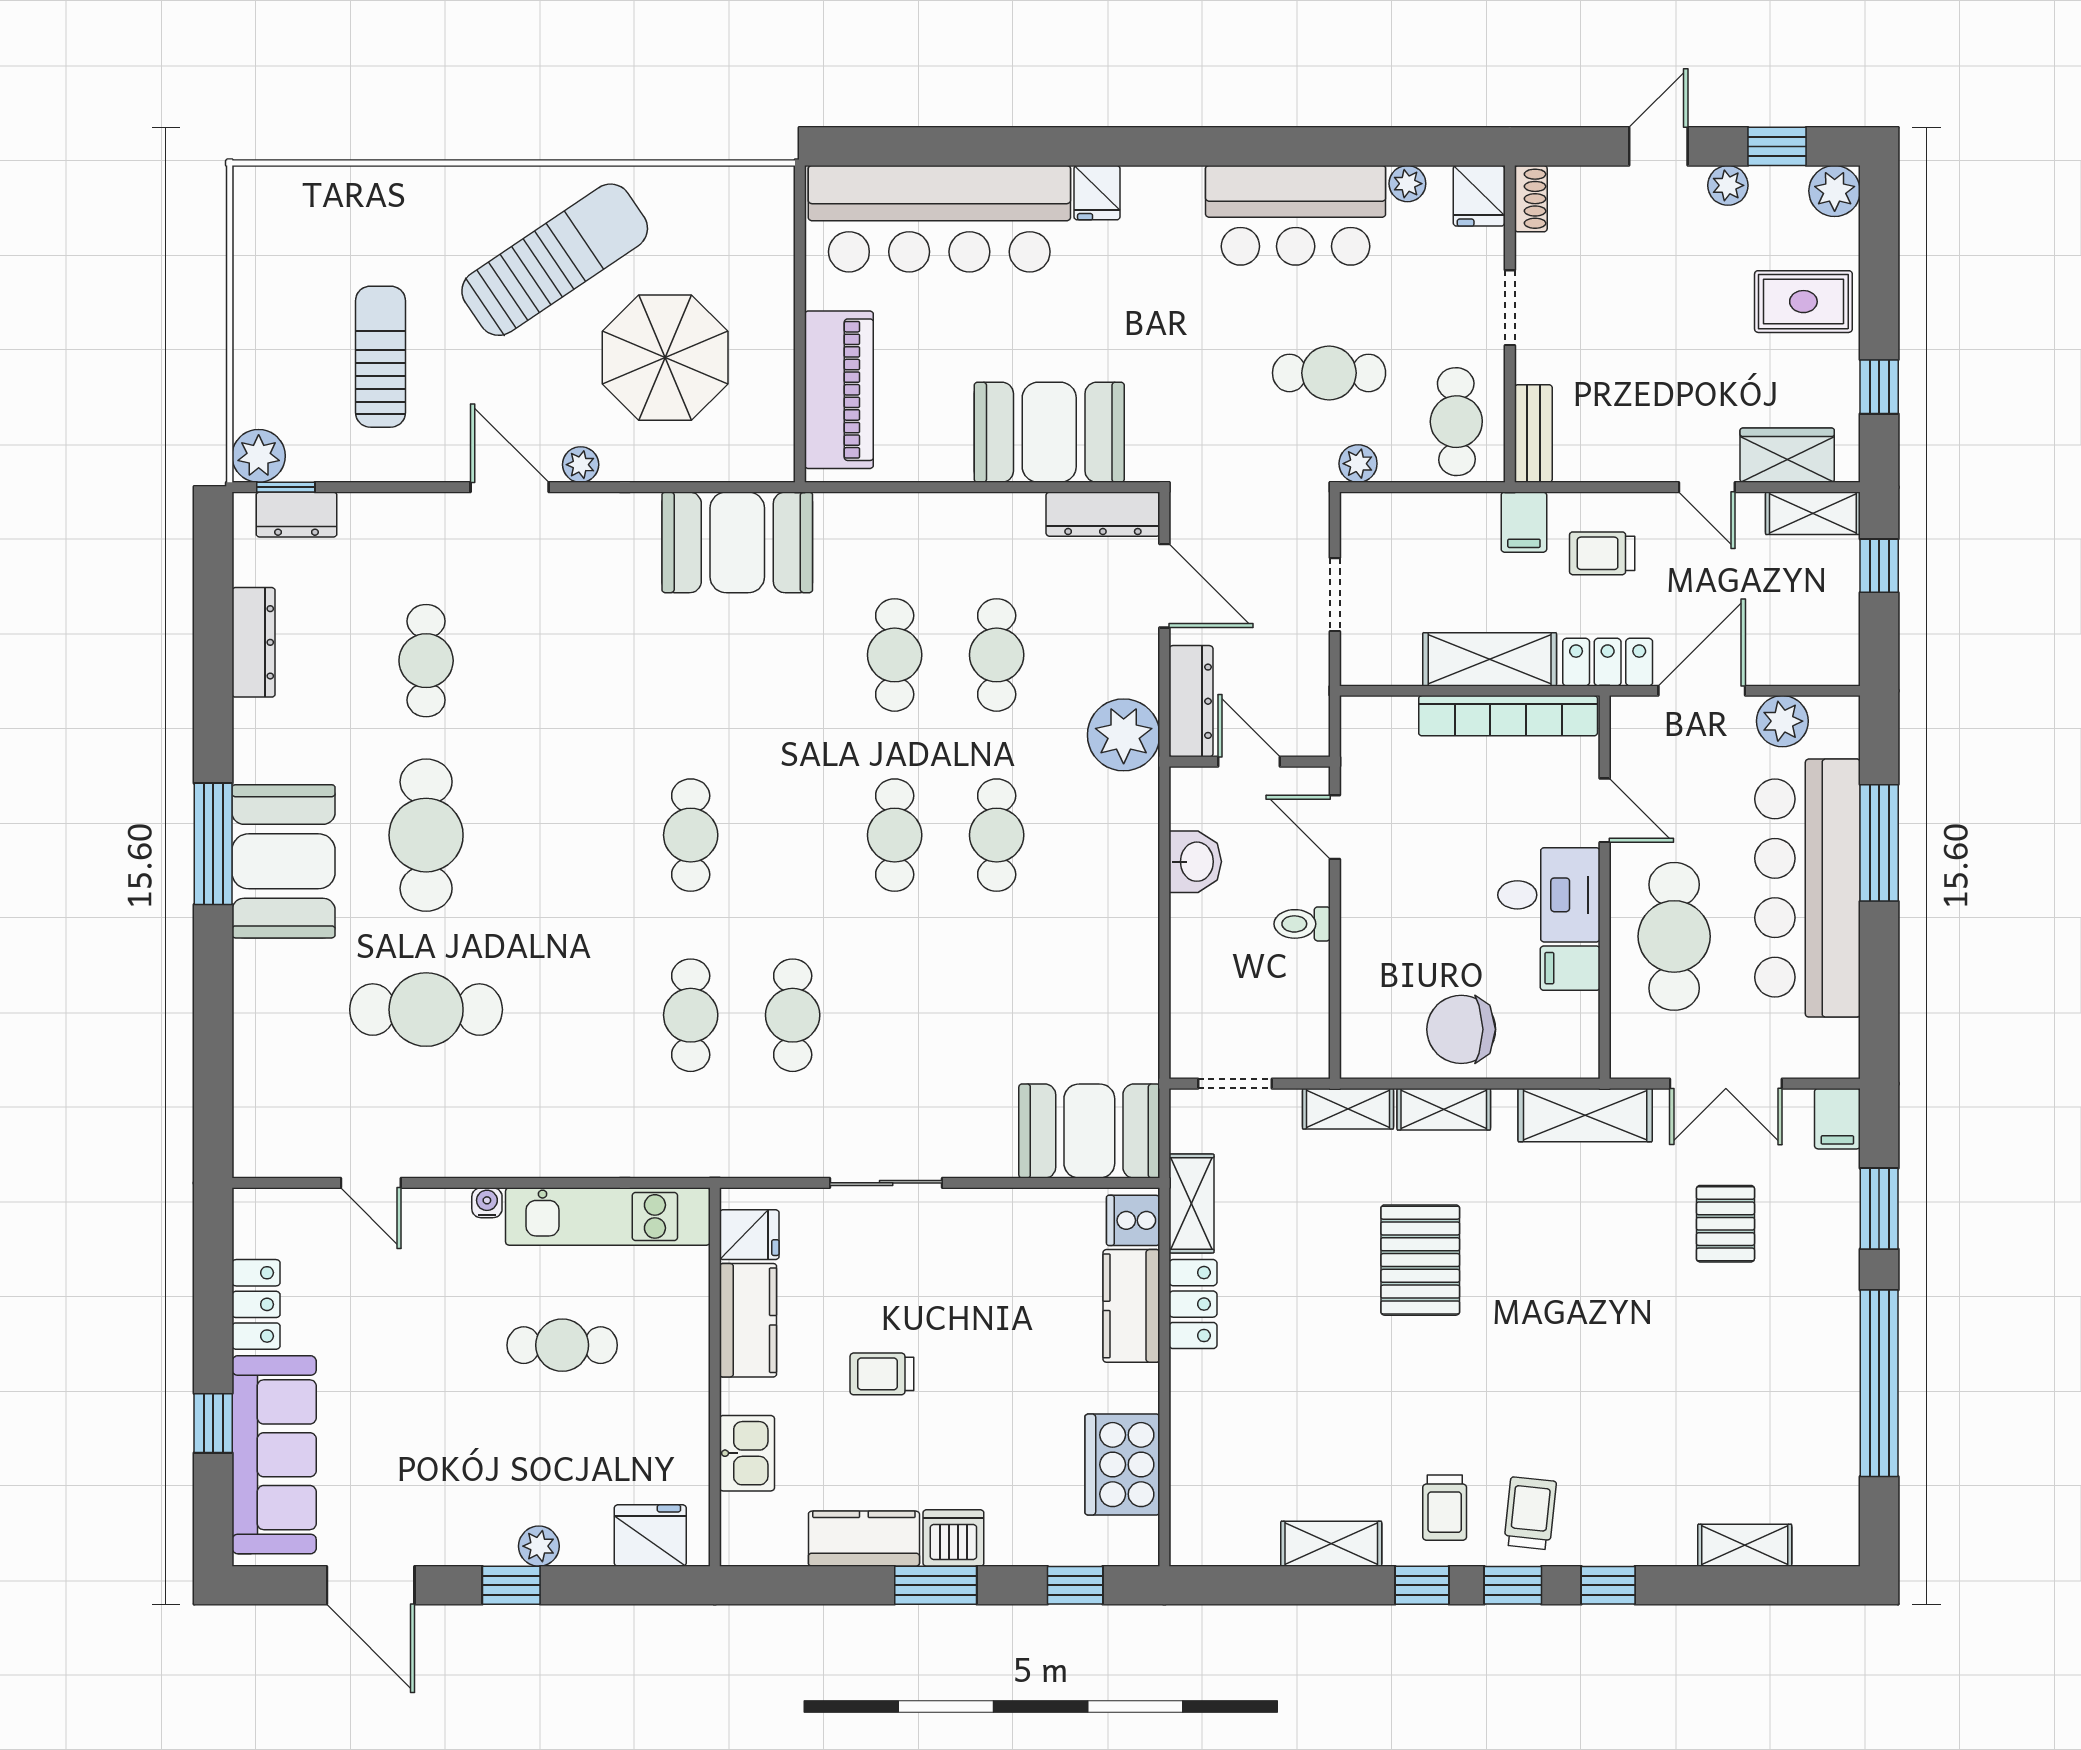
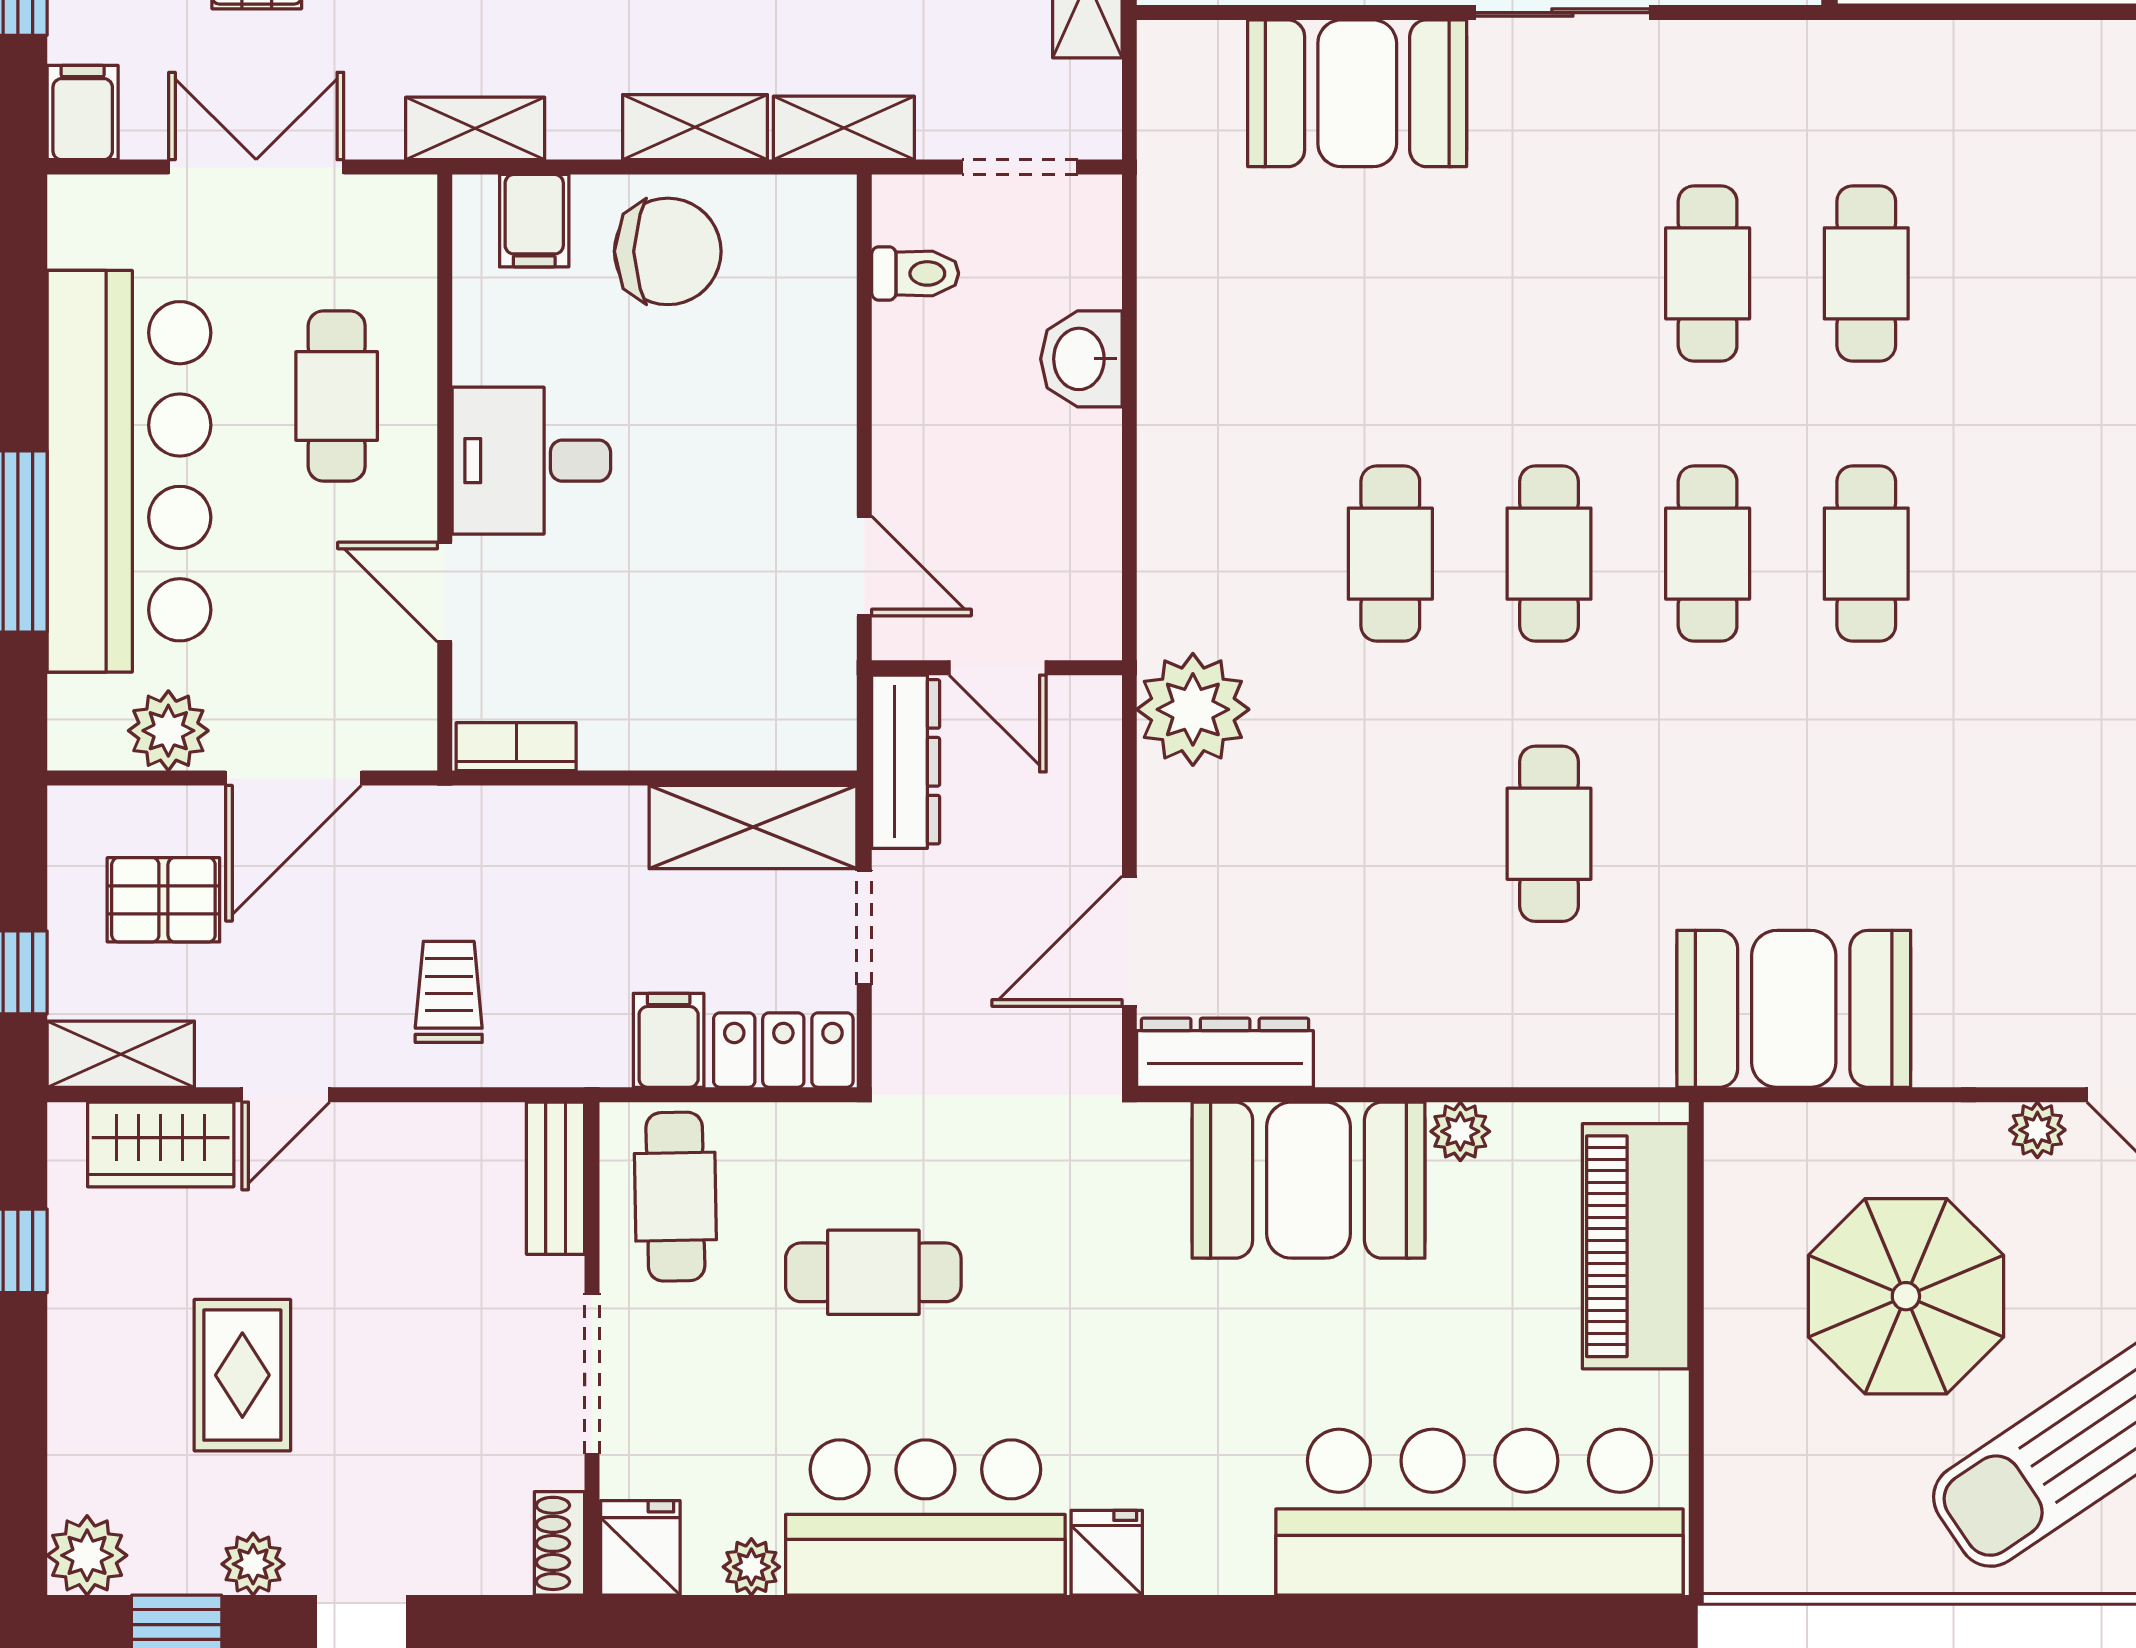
fridge: (1097, 193) -> (1107, 1553), moved
rug: (1803, 302) -> (242, 1375), moved, turned 90
doorway: (1510, 308) -> (592, 1374), width x1.38
plant: (1358, 464) -> (1460, 1131), moved
door: (1707, 487) -> (286, 1095), swing flipped
filing cabinet: (1524, 522) -> (669, 1040), moved
trolley: (1602, 553) -> (449, 992), turned -90
door: (1164, 586) -> (1129, 941), hinge flipped
pallet: (1785, 612) -> (163, 900), added
cafe table: (997, 655) -> (1708, 554), moved
shelving: (1490, 659) -> (753, 827), moved
locker: (1608, 662) -> (783, 1050), moved, turned 180
dresser: (1191, 701) -> (906, 762), moved, turned 180
bookcase: (1508, 716) -> (516, 747), width x0.43, depth x0.76
washbasin: (1195, 862) -> (1081, 359), moved
toilet: (1302, 924) -> (915, 273), moved
cafe table: (1674, 936) -> (337, 396), width x0.73, depth x0.74
filing cabinet: (1570, 968) -> (534, 221), moved, turned 90
shelving: (1585, 1115) -> (475, 128), width x0.67, depth x0.75
booth: (1089, 1131) -> (1357, 93), moved

